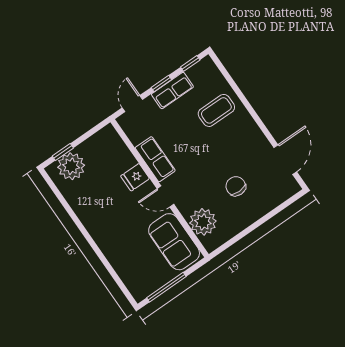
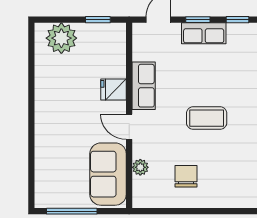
coffee table: (216, 110) -> (207, 118), moved
window: (63, 152) -> (98, 20), moved
chair: (236, 186) -> (186, 176), moved
plant: (203, 222) -> (140, 167), width x0.53, depth x0.53

